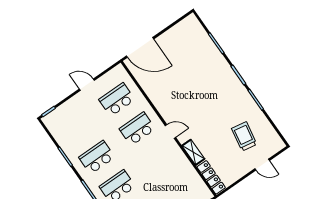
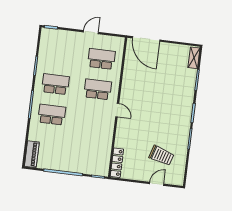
door: (87, 85) -> (91, 32), hinge flipped
trolley: (244, 136) -> (161, 156), turned 97
shelving: (193, 152) -> (194, 58), moved
door: (262, 165) -> (157, 184), swing flipped

